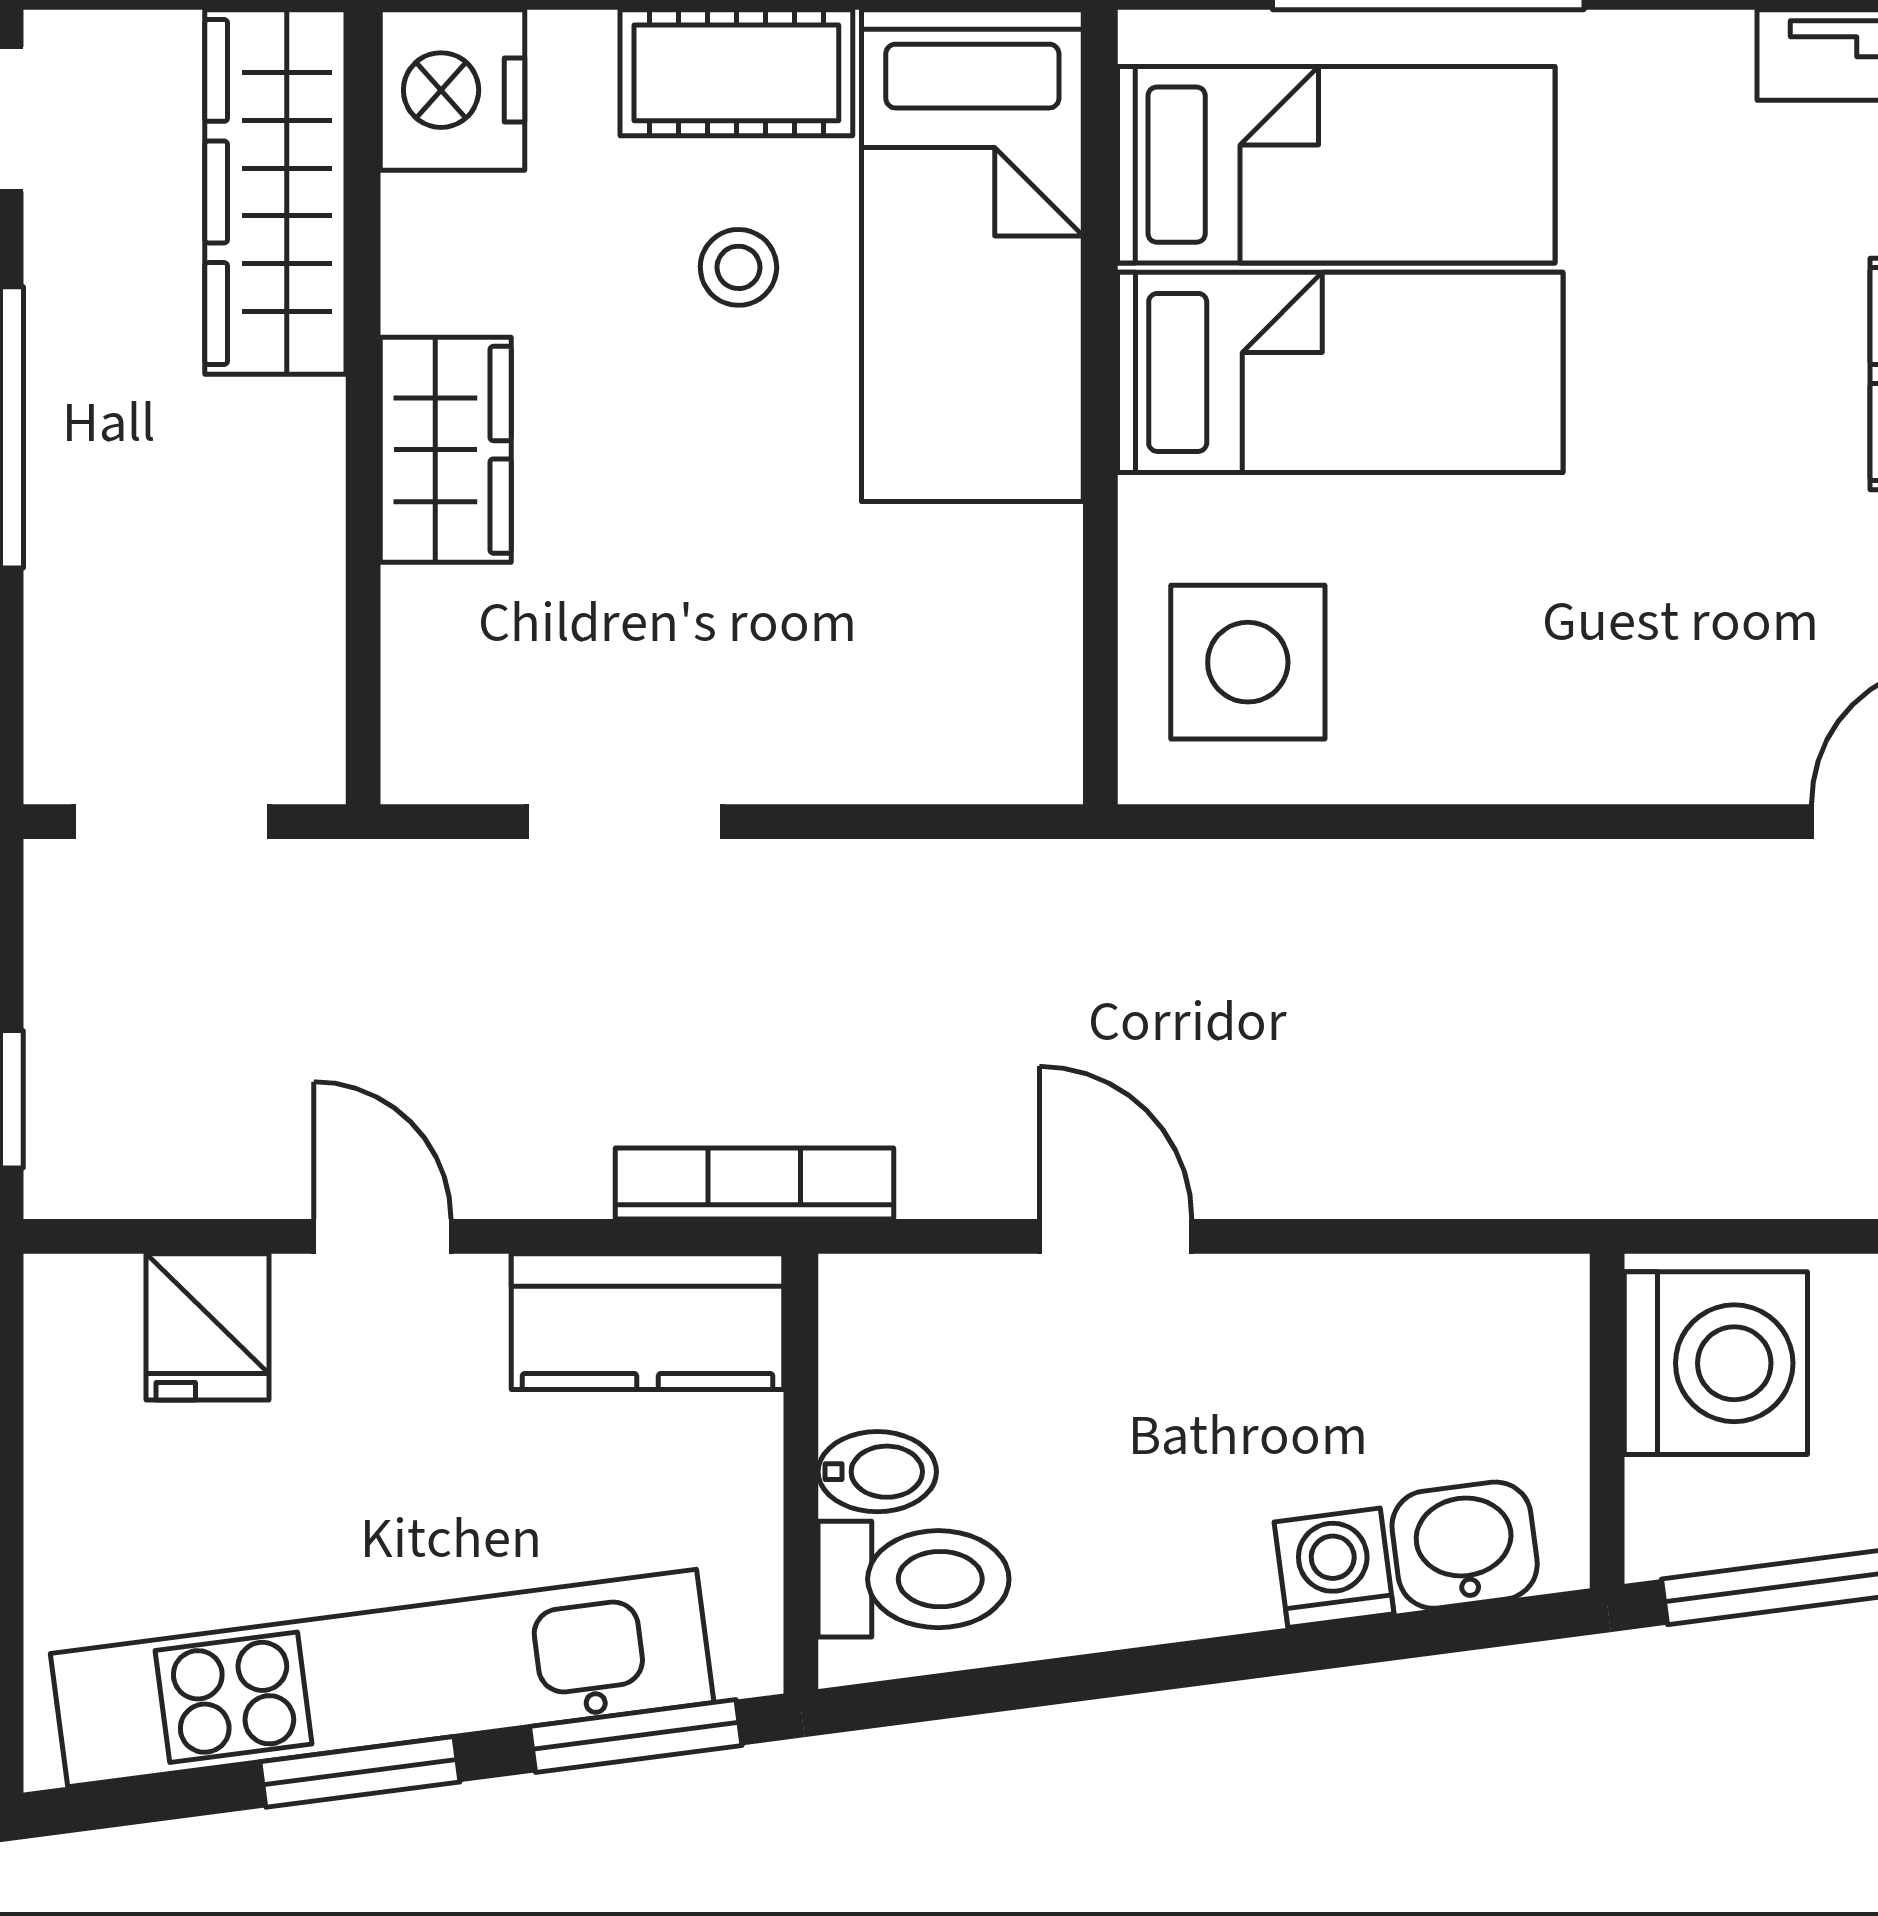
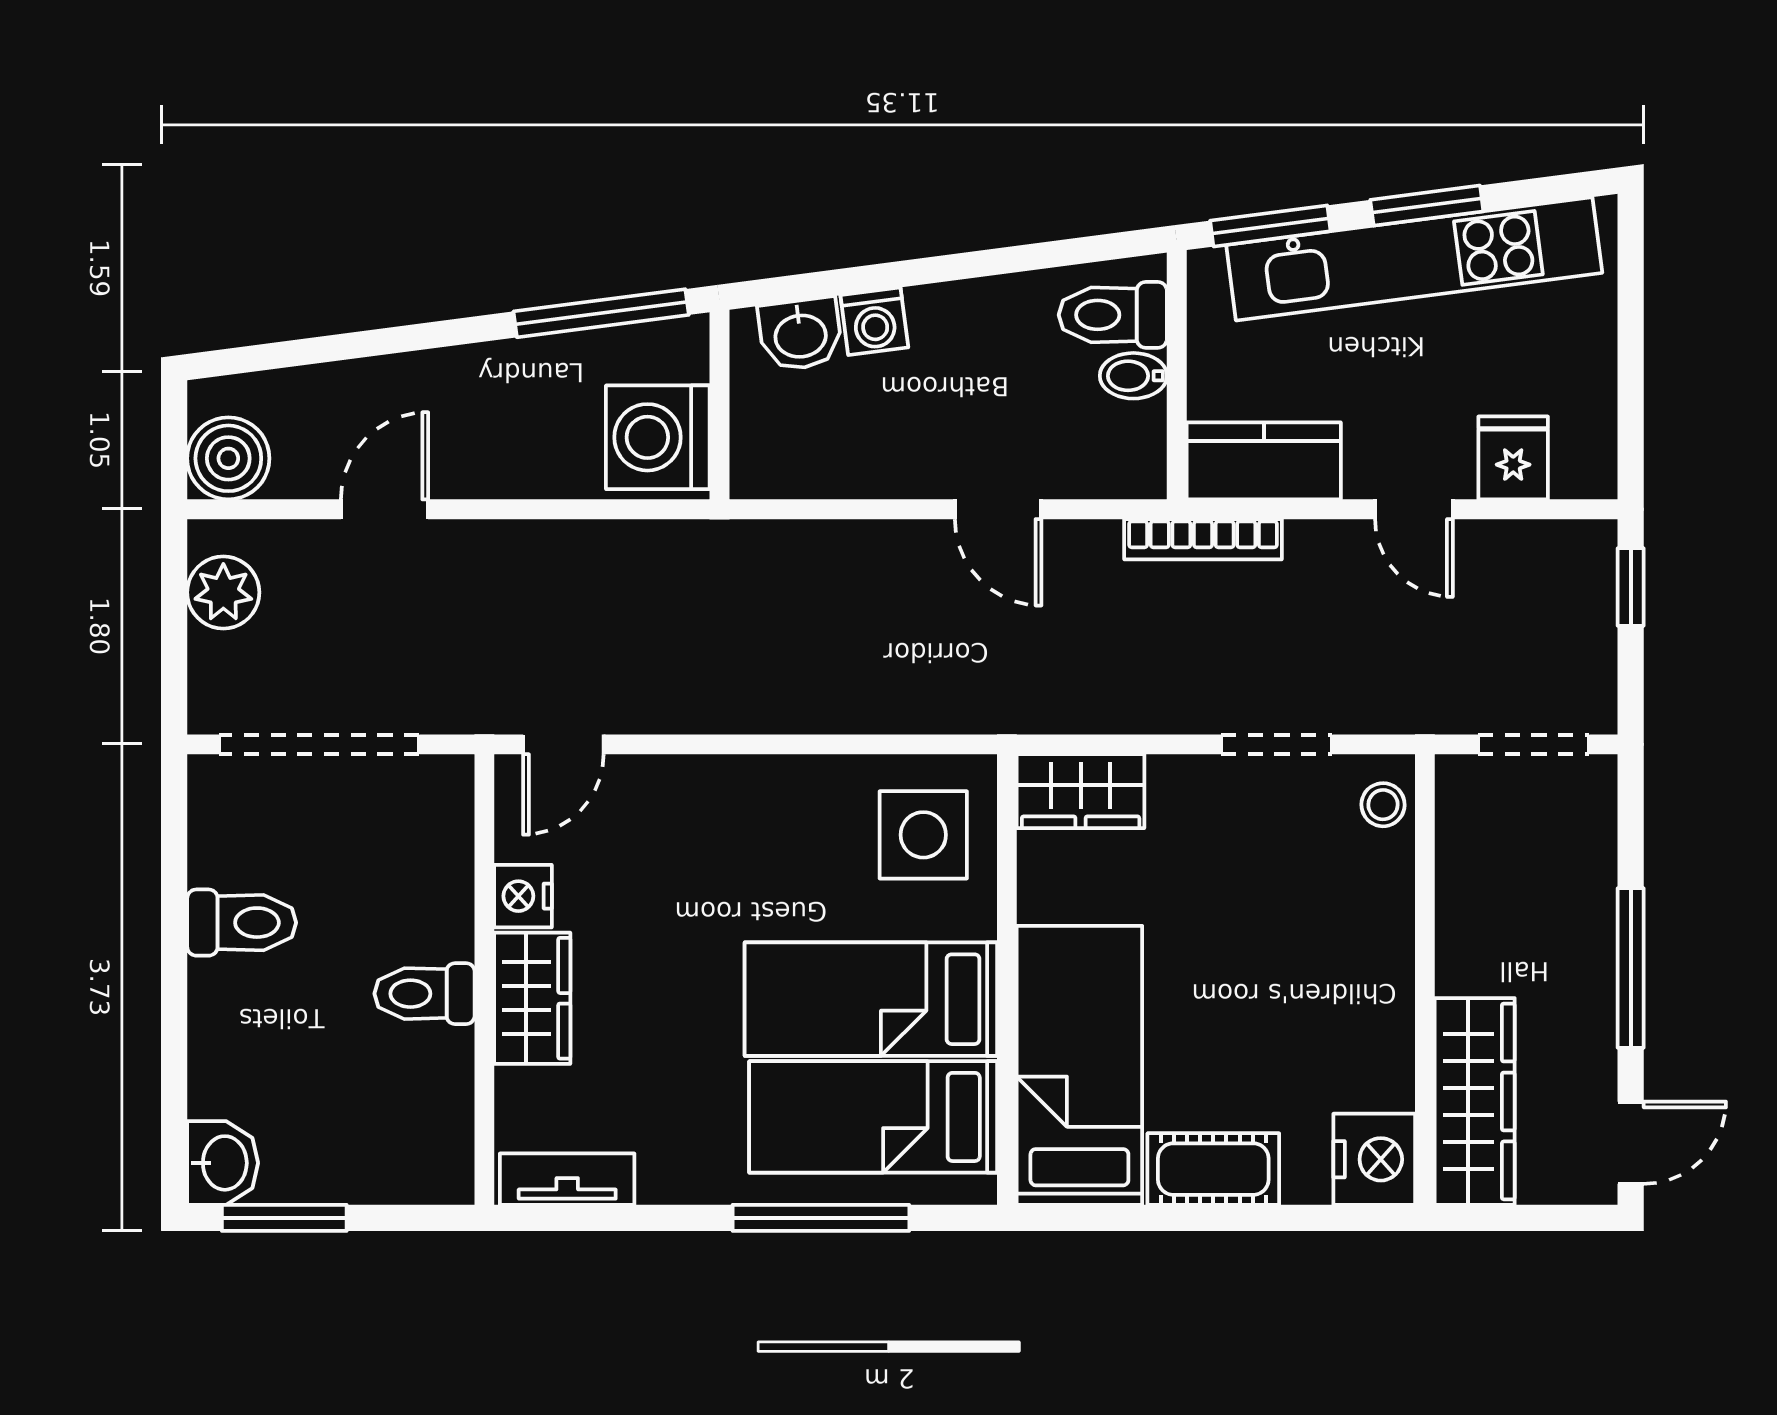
stool: (738, 267) -> (1383, 805), moved
wardrobe: (446, 450) -> (1081, 791), moved, turned -90

